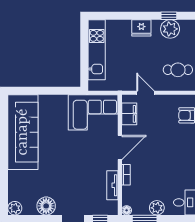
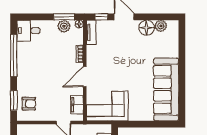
tv unit: (112, 185) -> (91, 32), moved
plant: (15, 208) -> (161, 26), moved
plant: (157, 208) -> (64, 26), moved

